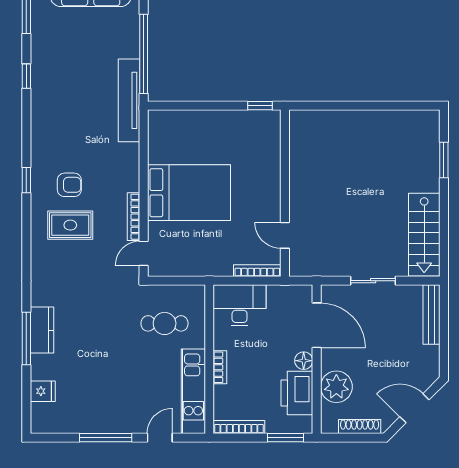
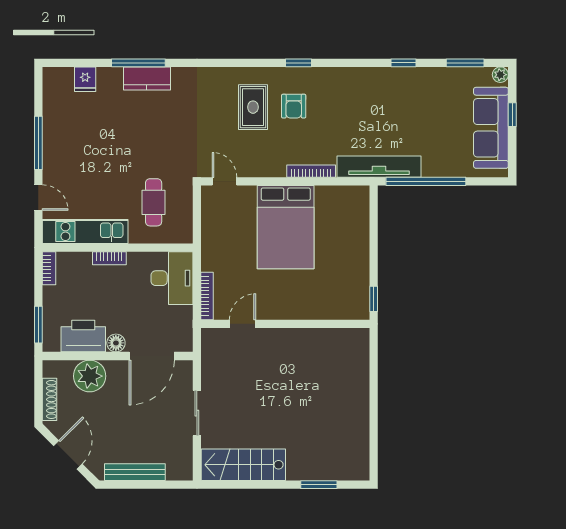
bookcase: (134, 217) -> (311, 171), moved
bench: (431, 314) -> (135, 472), moved
bookcase: (239, 427) -> (49, 268), width x0.64

